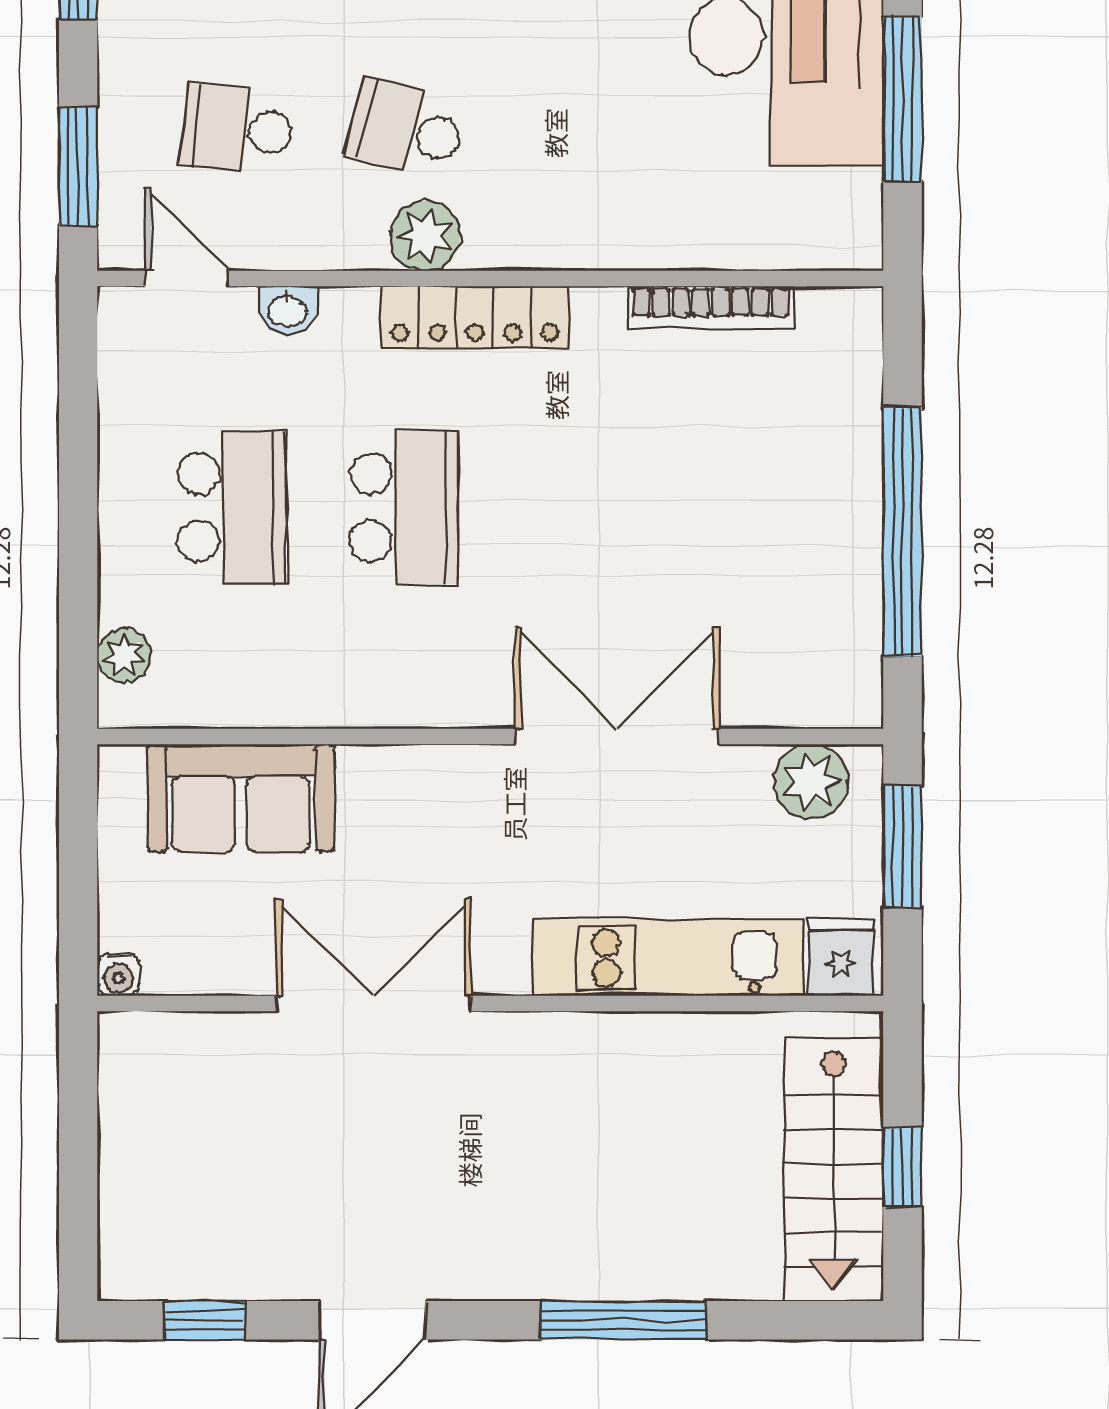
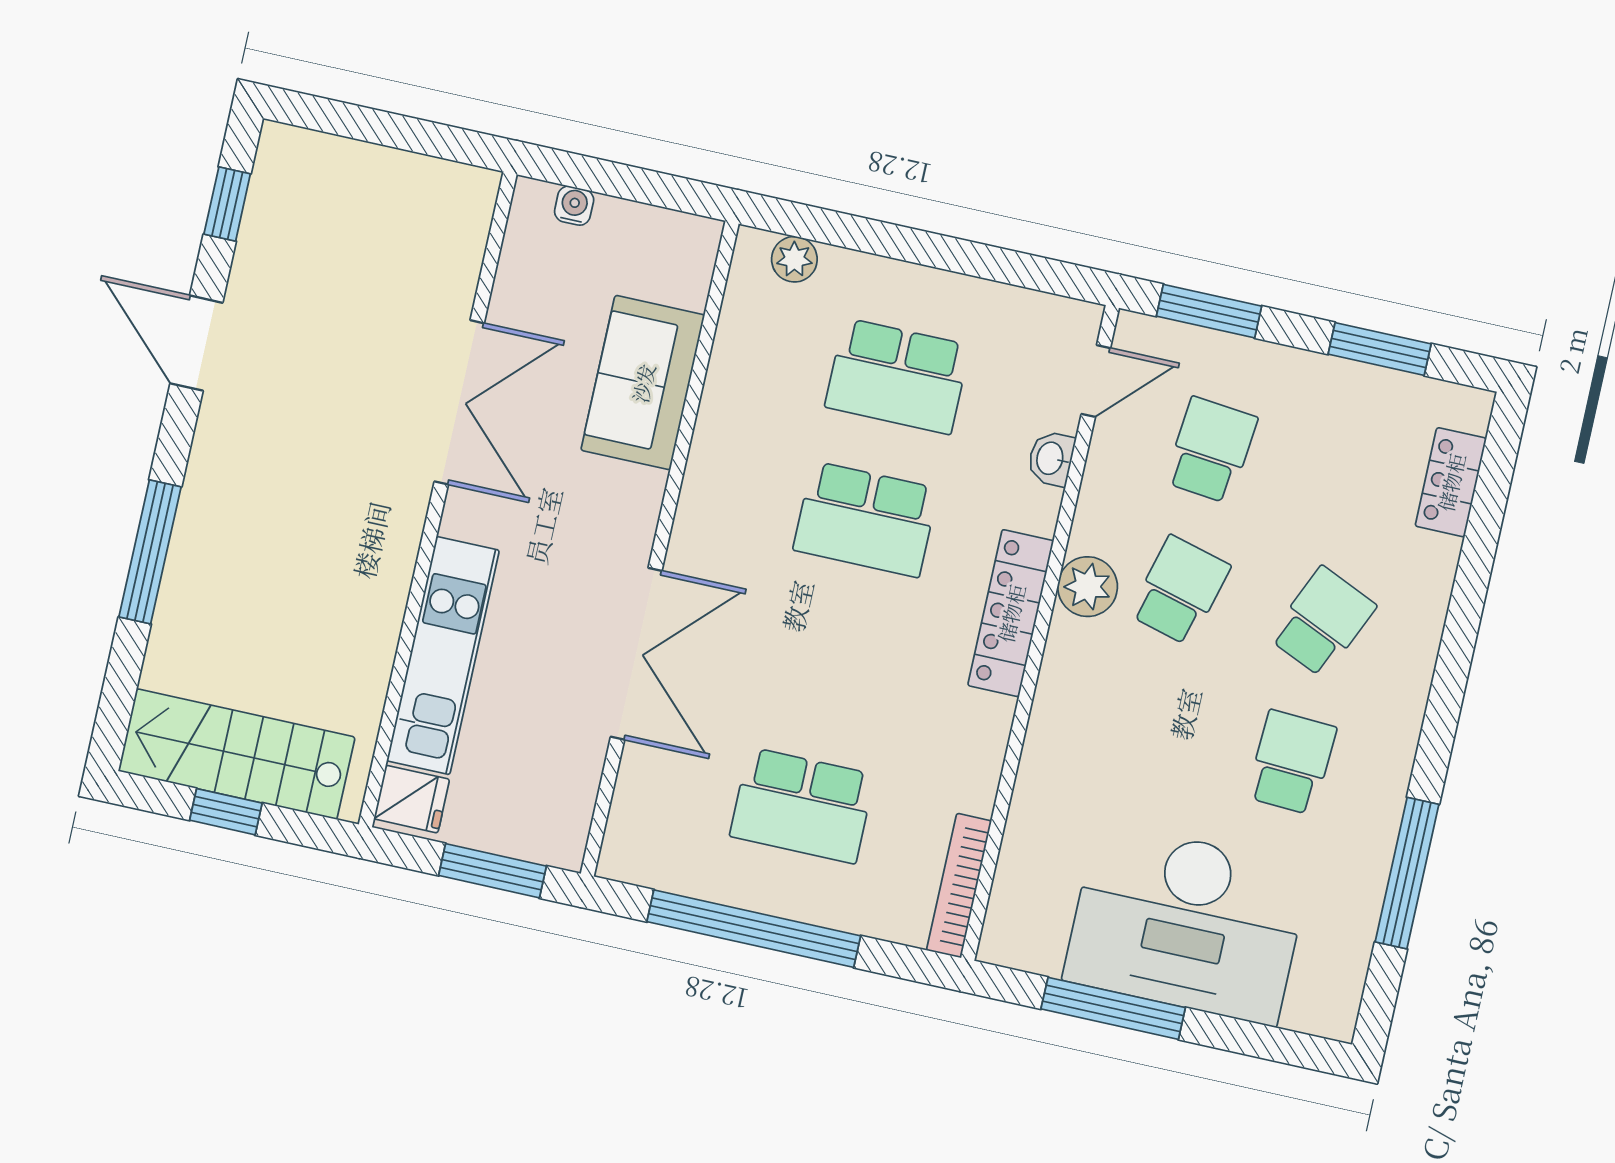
bookcase: (711, 307) -> (959, 886), moved
school desk: (749, 507) -> (802, 805), added
plant: (811, 781) -> (563, 807), removed
sofa: (241, 798) -> (643, 383), moved
water cooler: (119, 975) -> (574, 206), moved, turned 90

